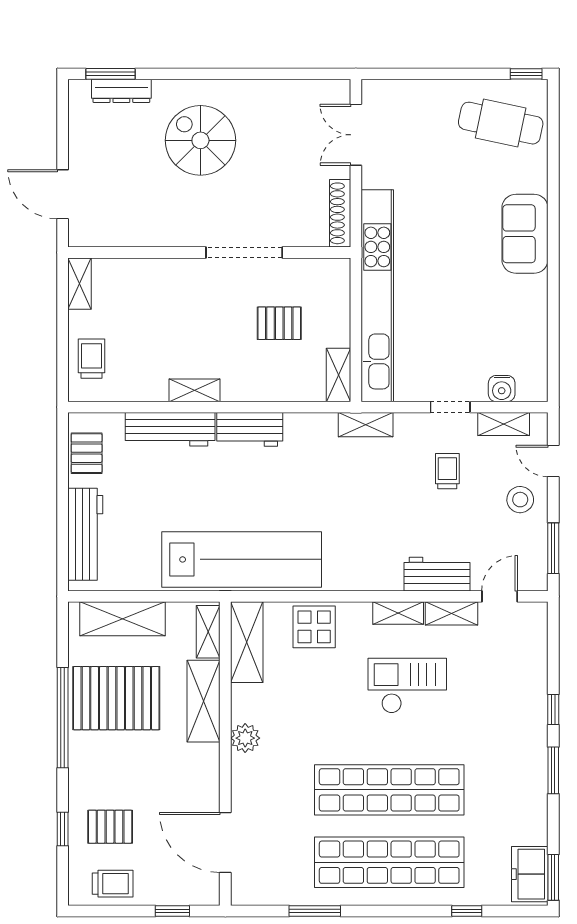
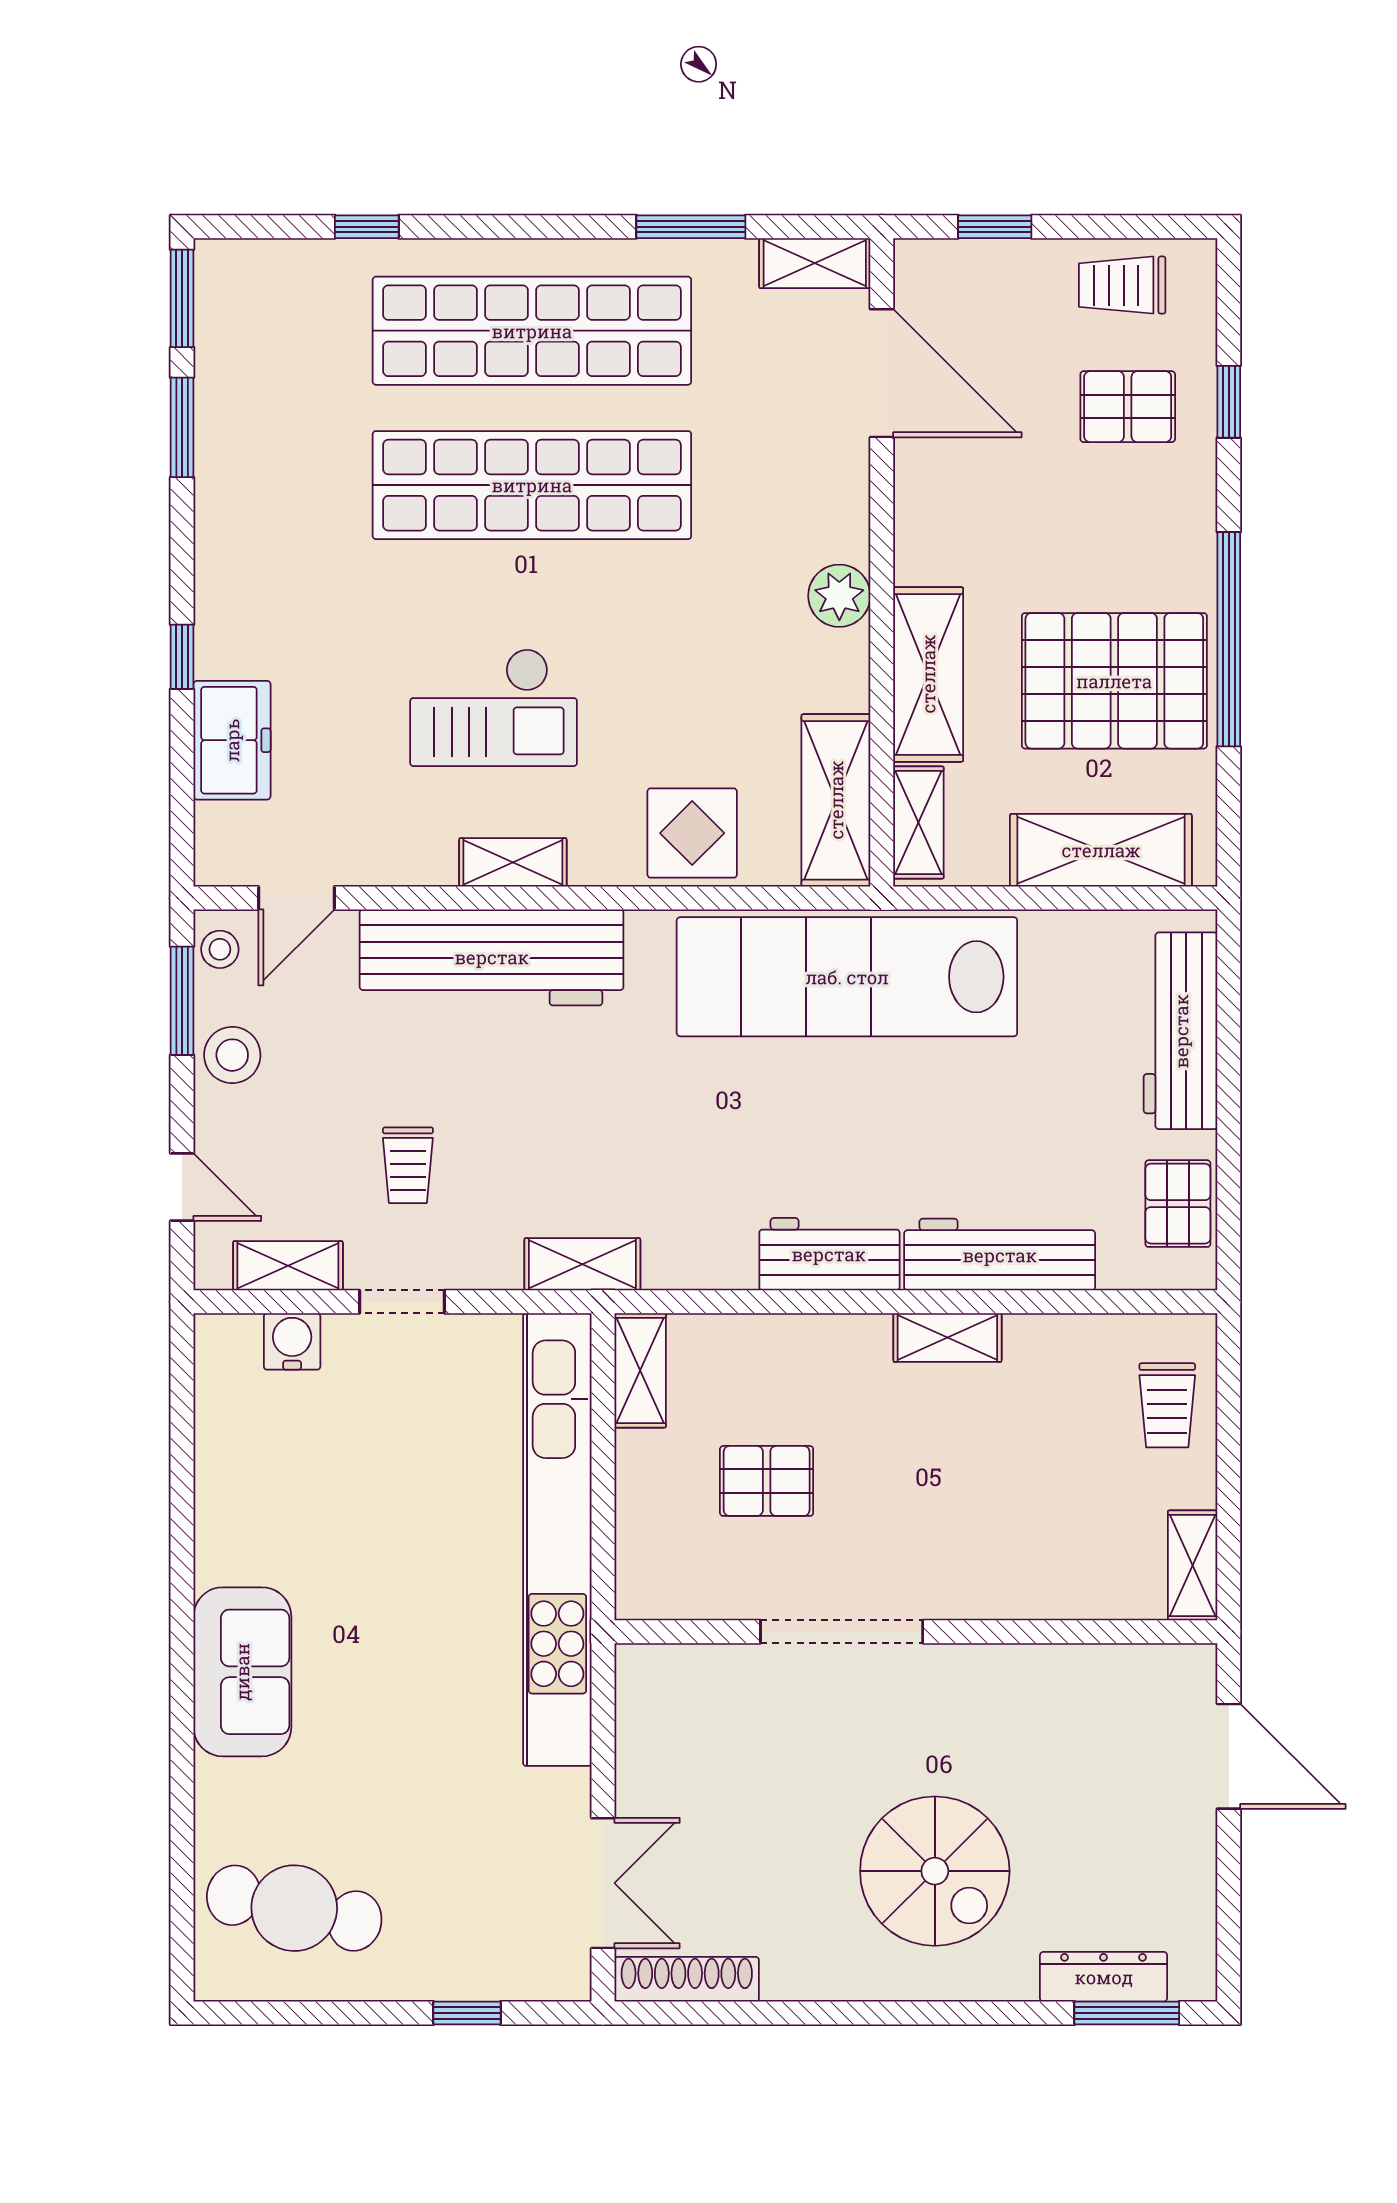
window: (526, 74) -> (467, 2013), moved
shoe rack: (340, 213) -> (687, 1979), moved, turned -90
stool: (520, 500) -> (232, 1055), moved
stool: (535, 572) -> (220, 949), added
workbench: (437, 574) -> (492, 957), width x1.88, depth x1.32
shelving: (452, 613) -> (815, 263), moved
window: (553, 770) -> (182, 427), moved
freezer: (530, 874) -> (232, 740), moved

